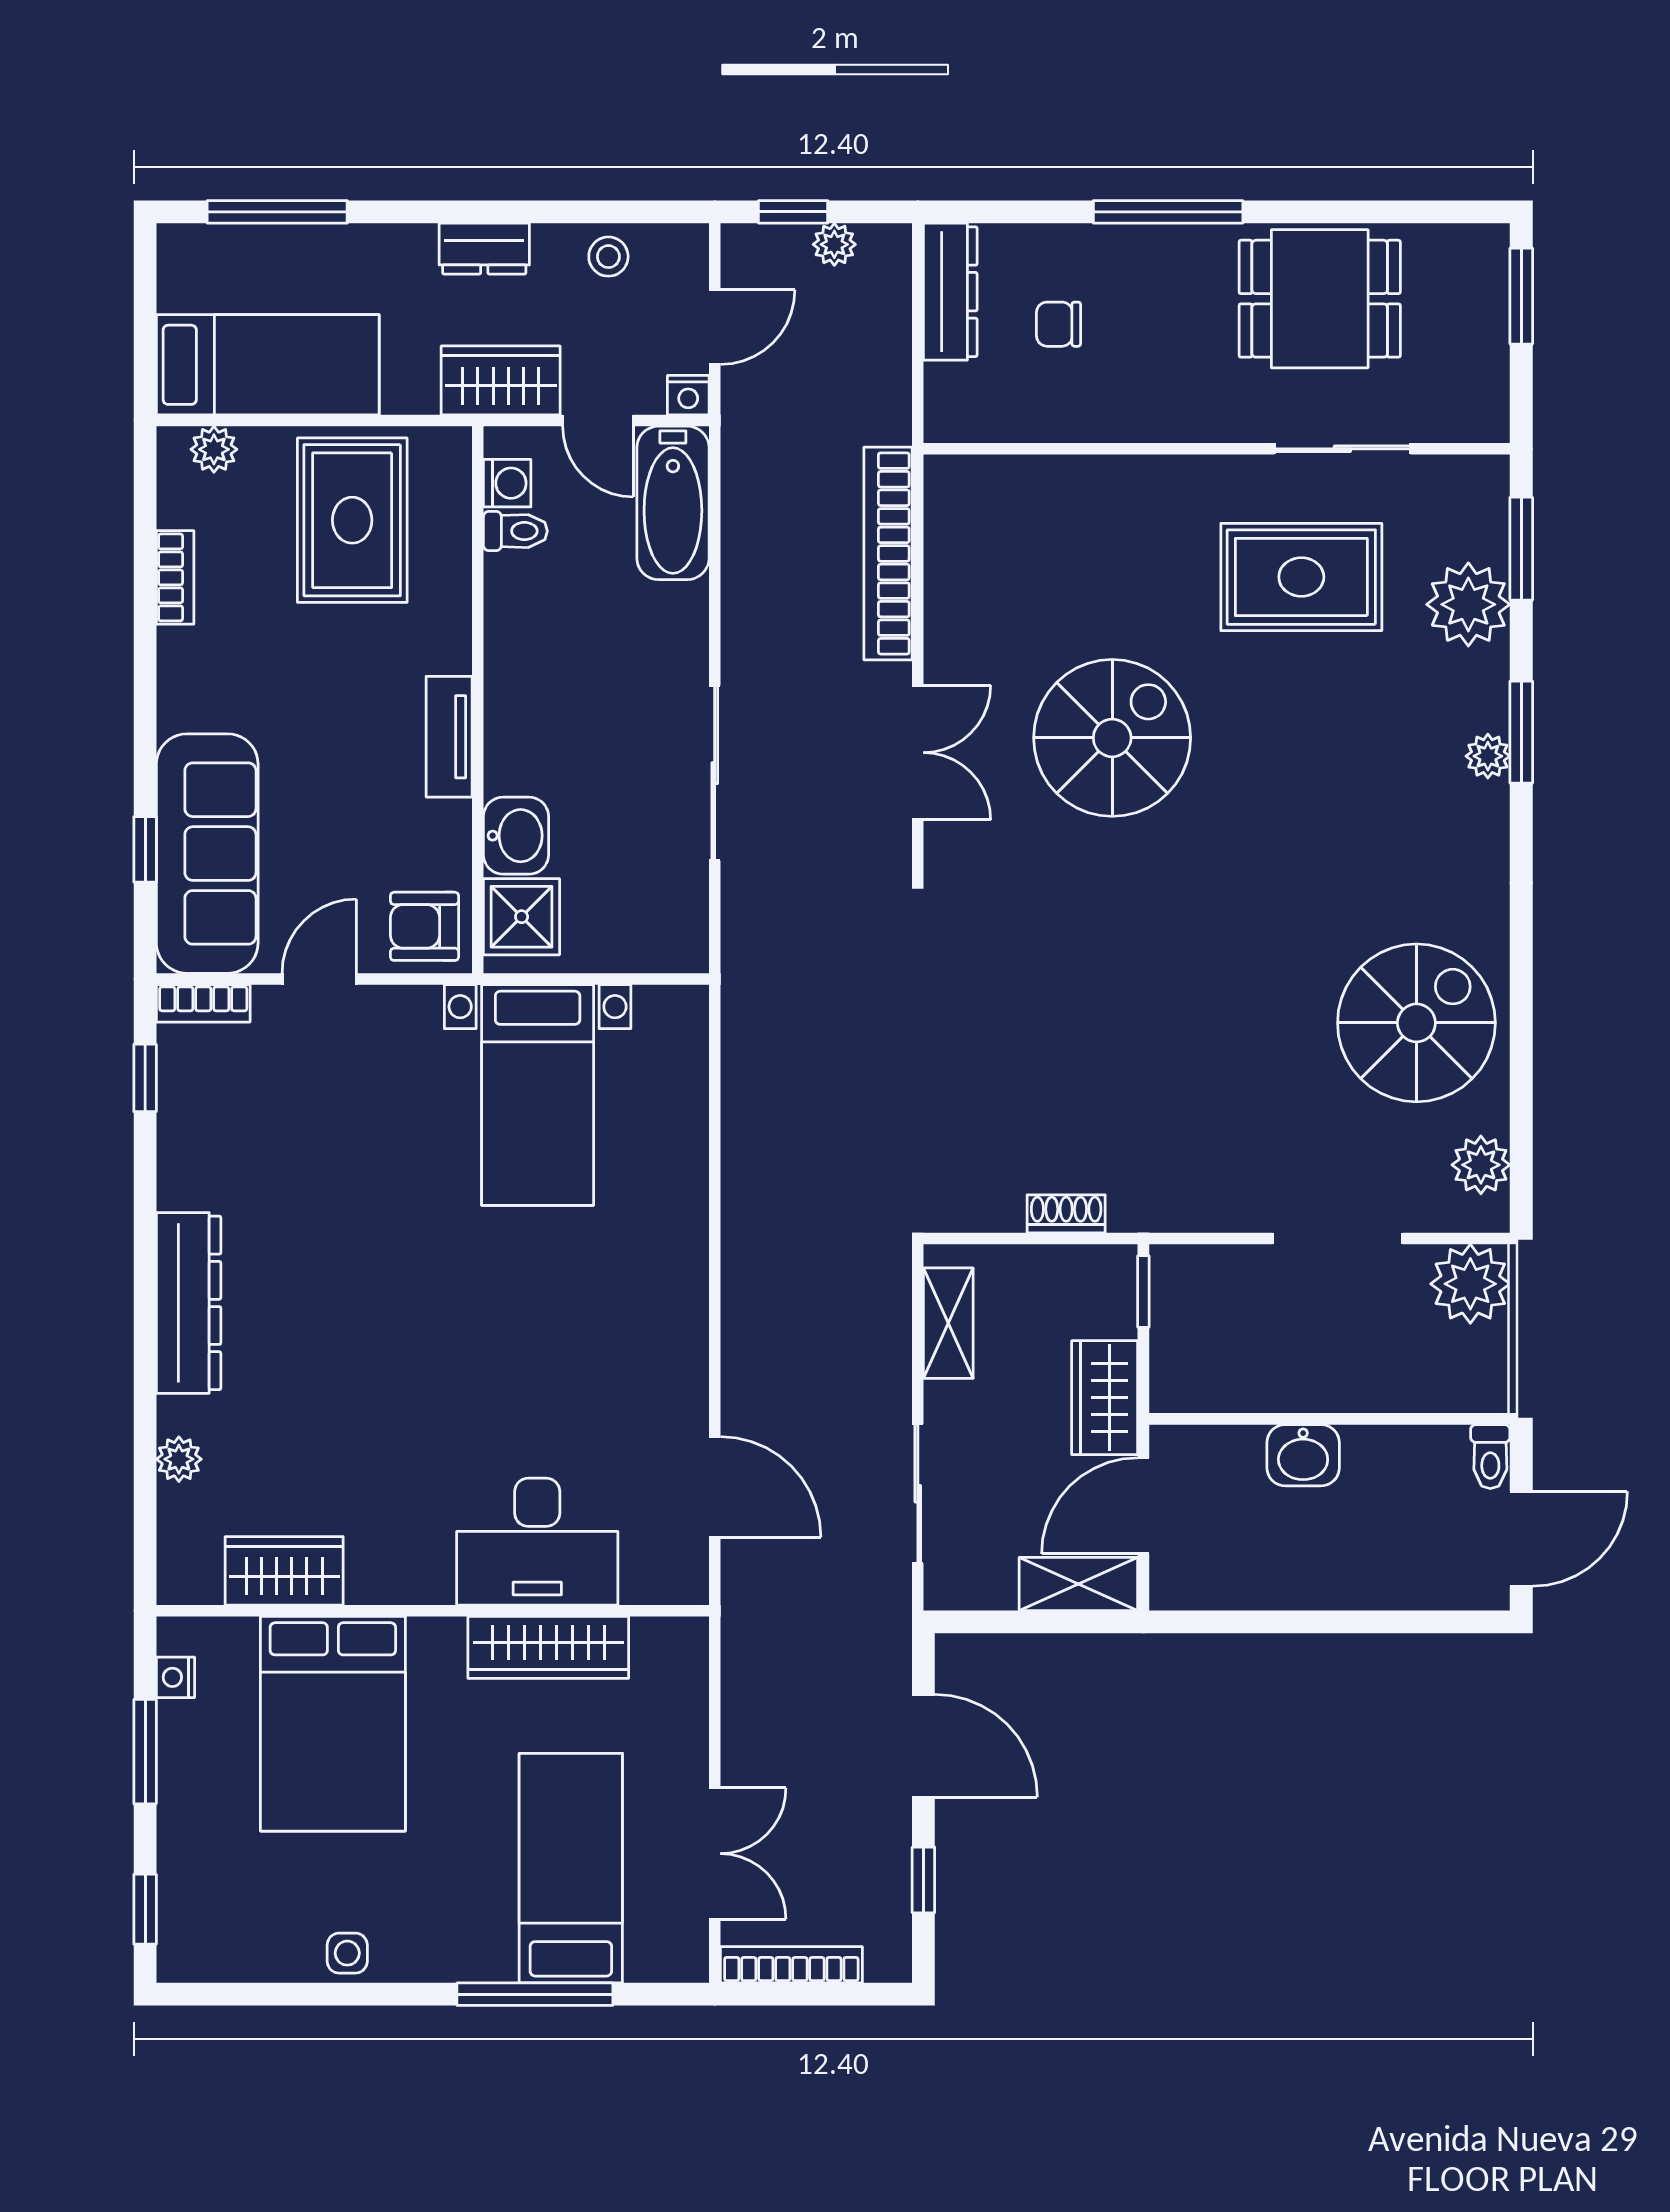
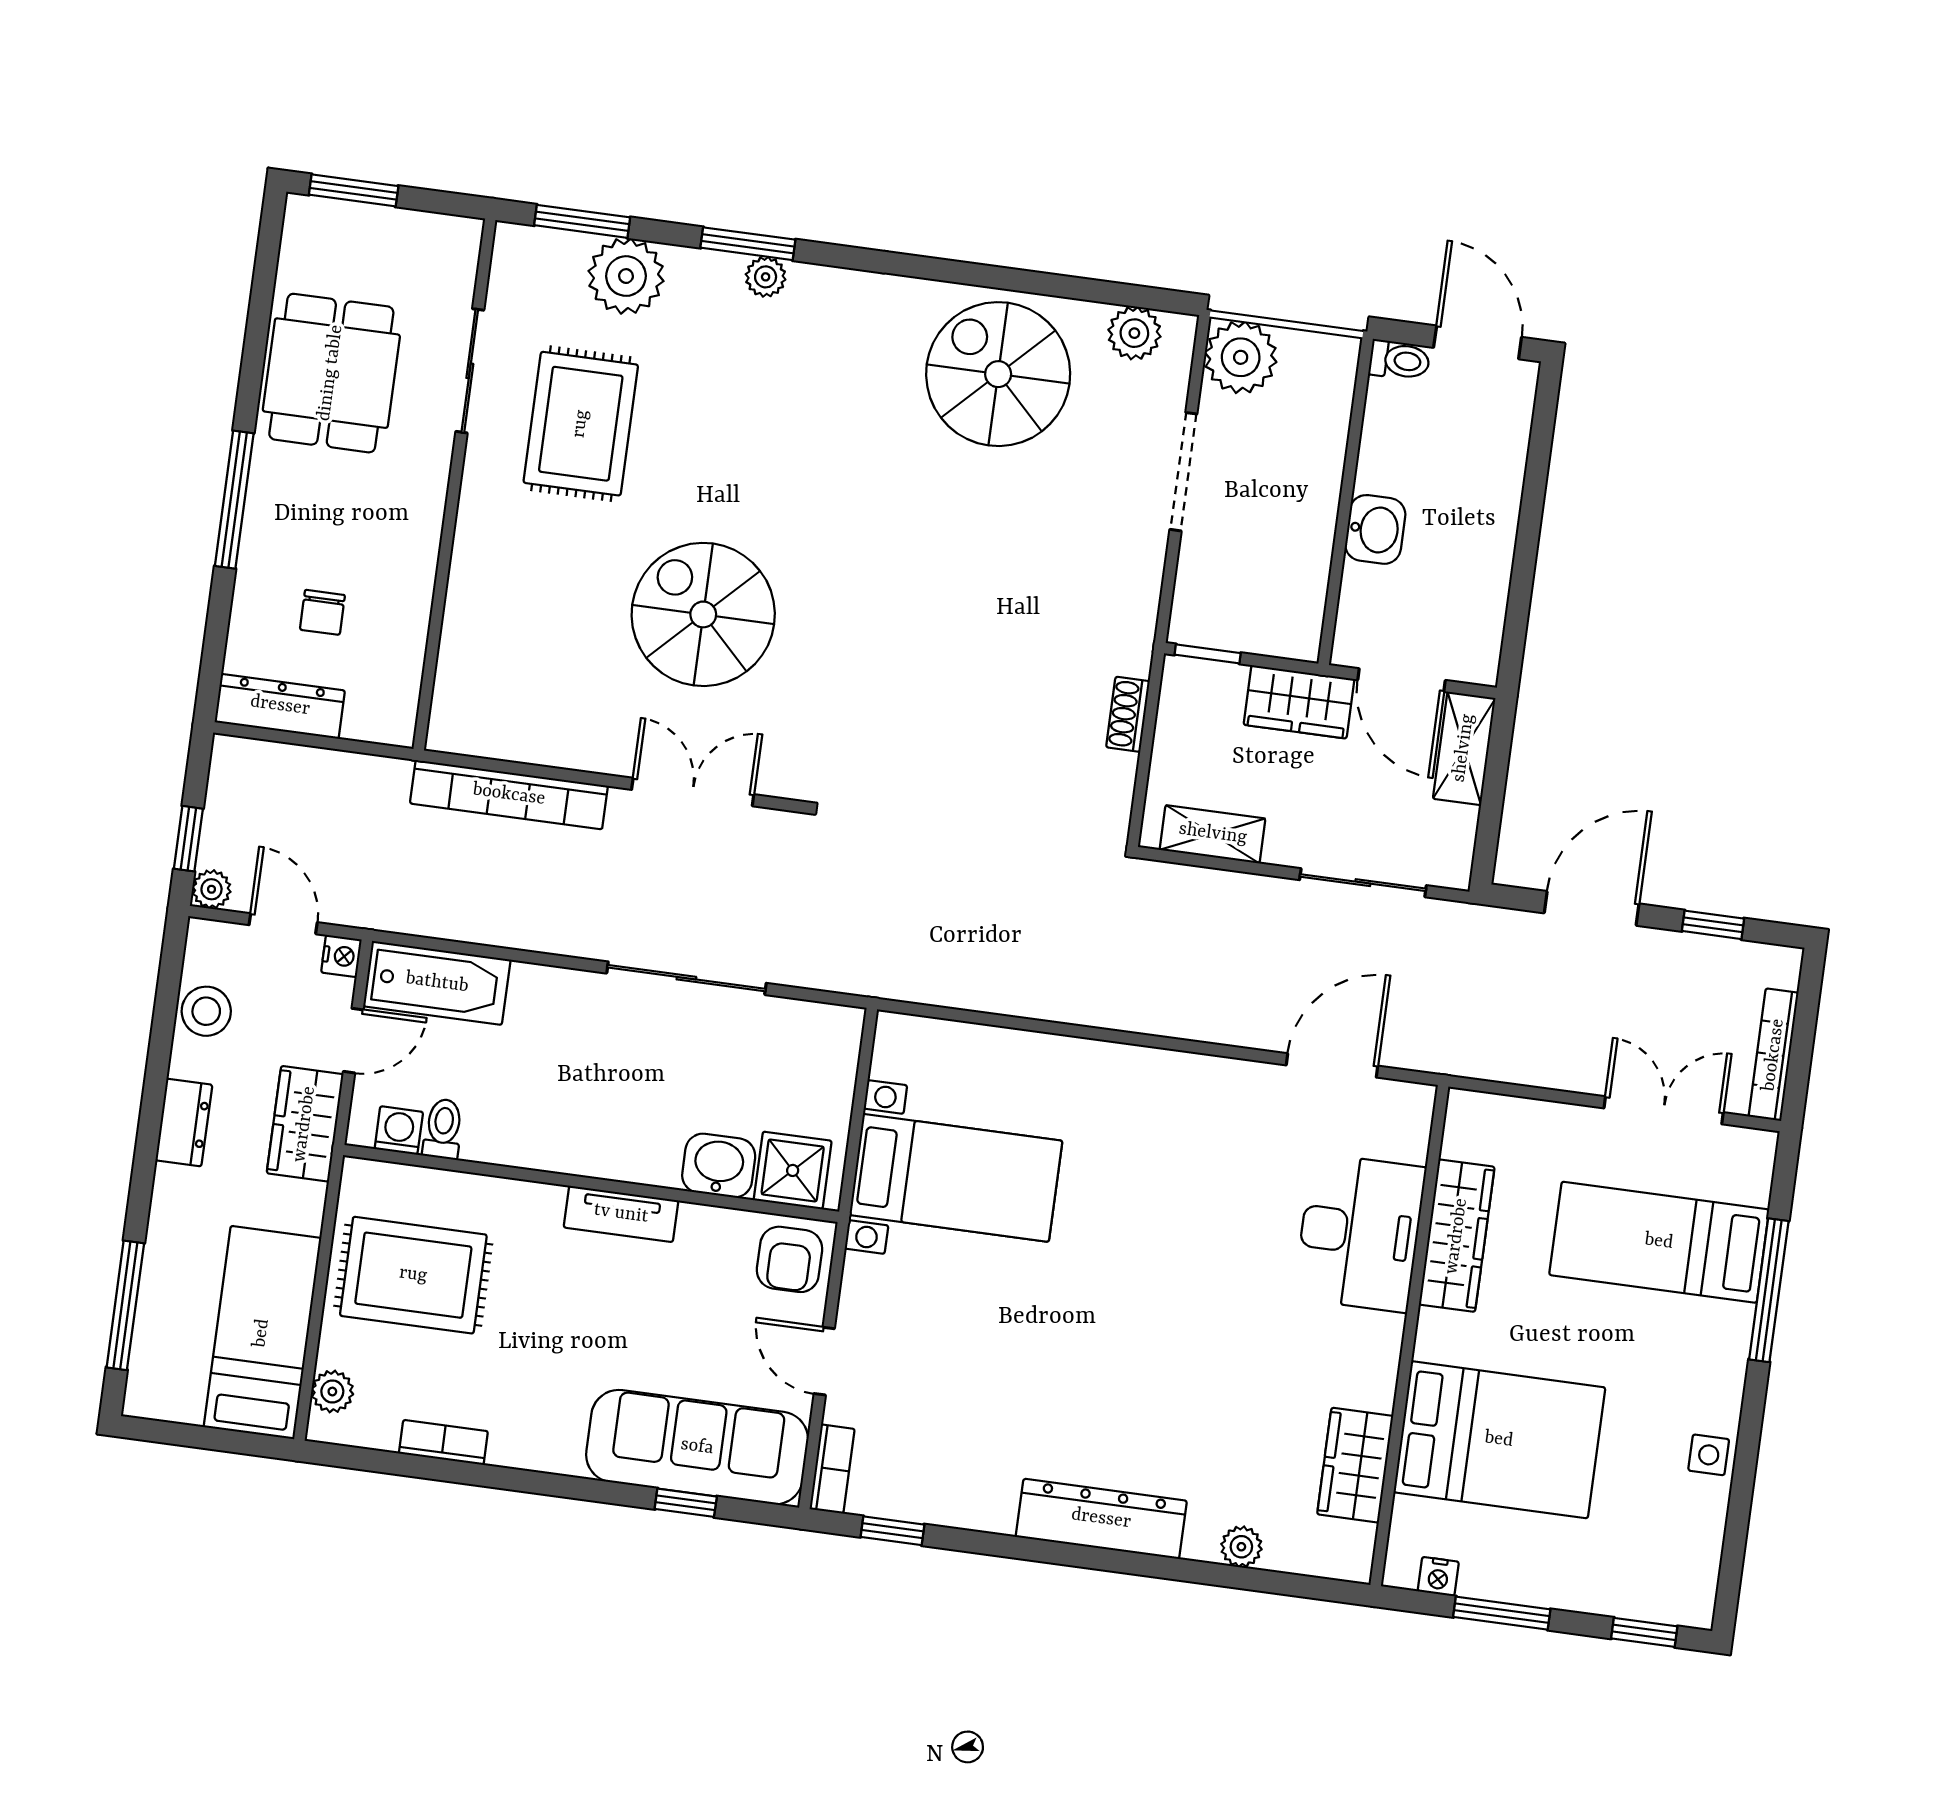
plant: (834, 244) -> (211, 889), moved
stool: (608, 257) -> (206, 1011), width x1.37, depth x1.37

